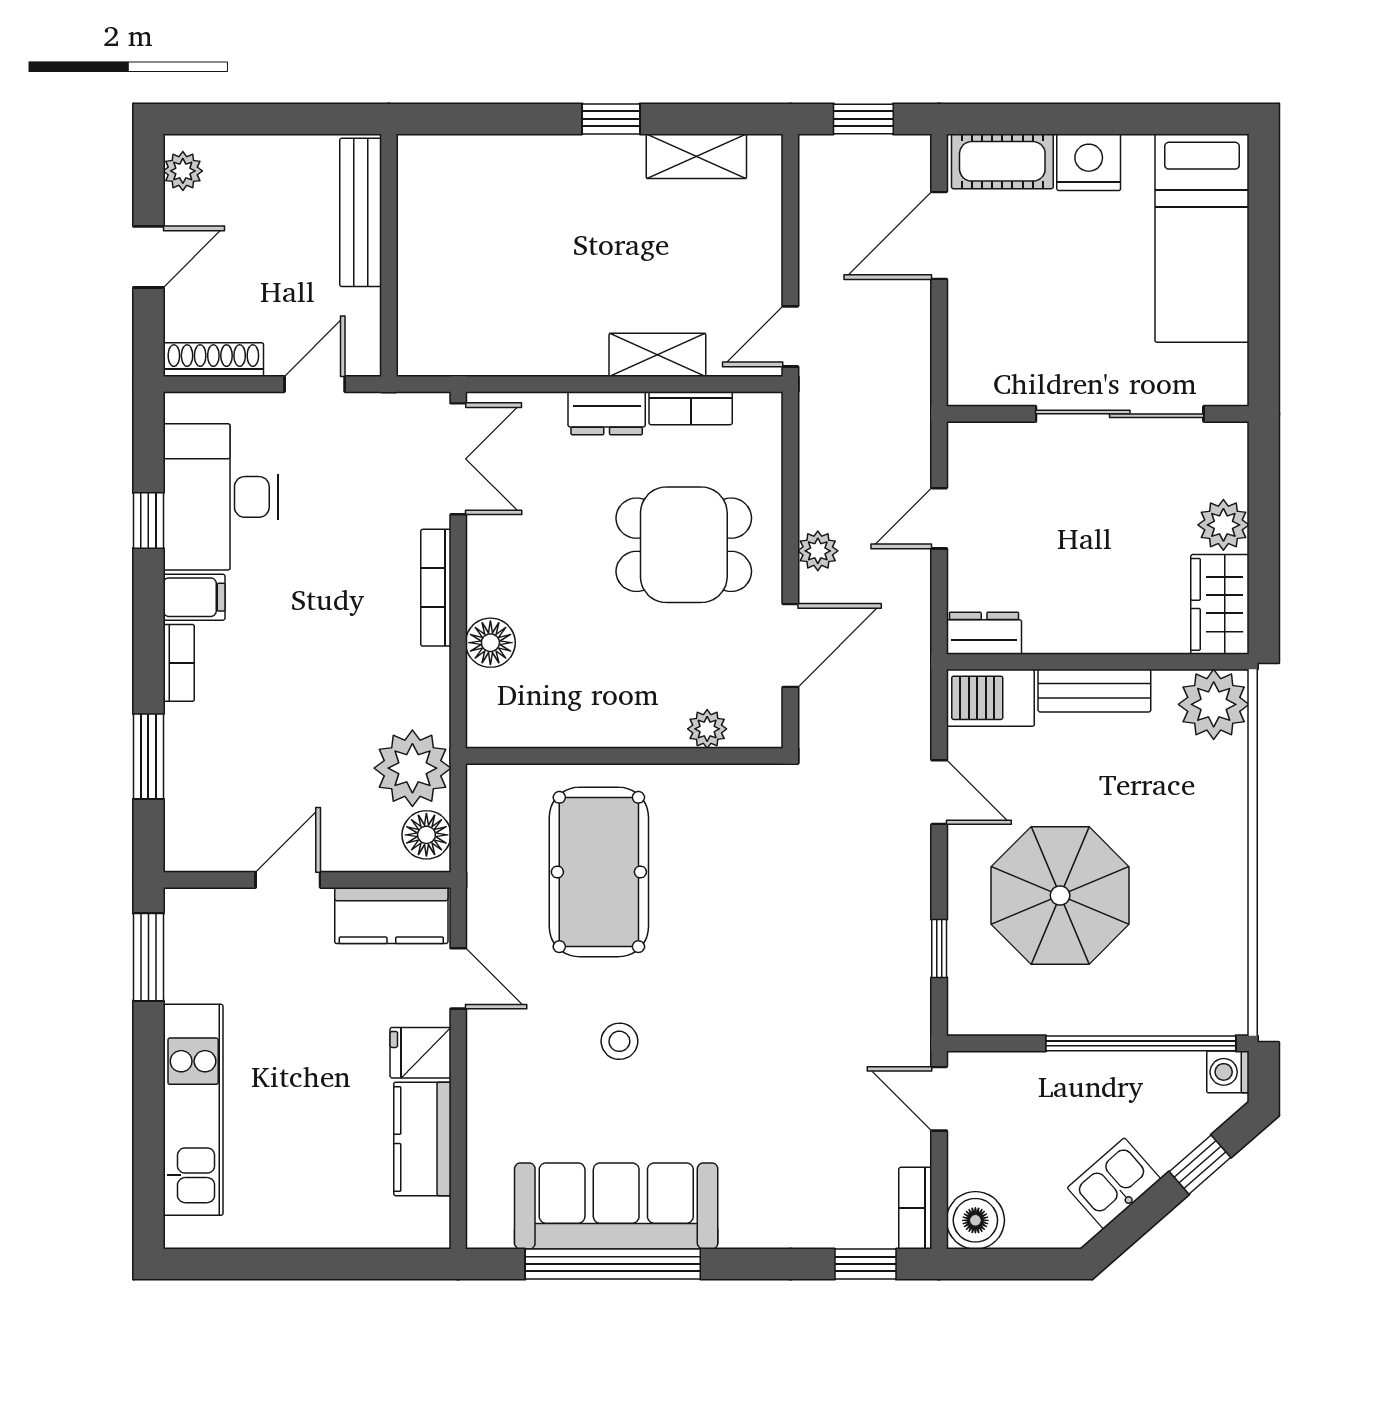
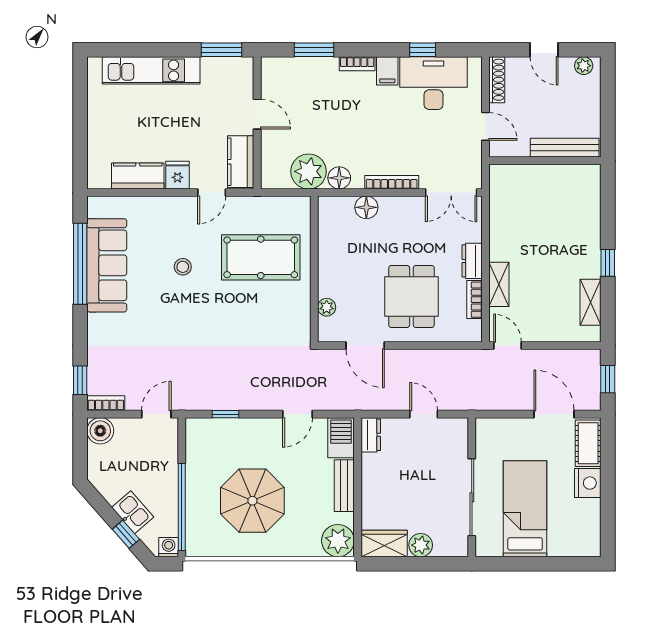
bed: (1202, 238) -> (525, 509), moved, turned 90
plant: (818, 551) -> (409, 358), removed
floor lamp: (426, 835) -> (339, 178), moved
parasol: (1060, 895) -> (252, 501), moved
kitchen sink: (1114, 1183) -> (133, 512), moved

